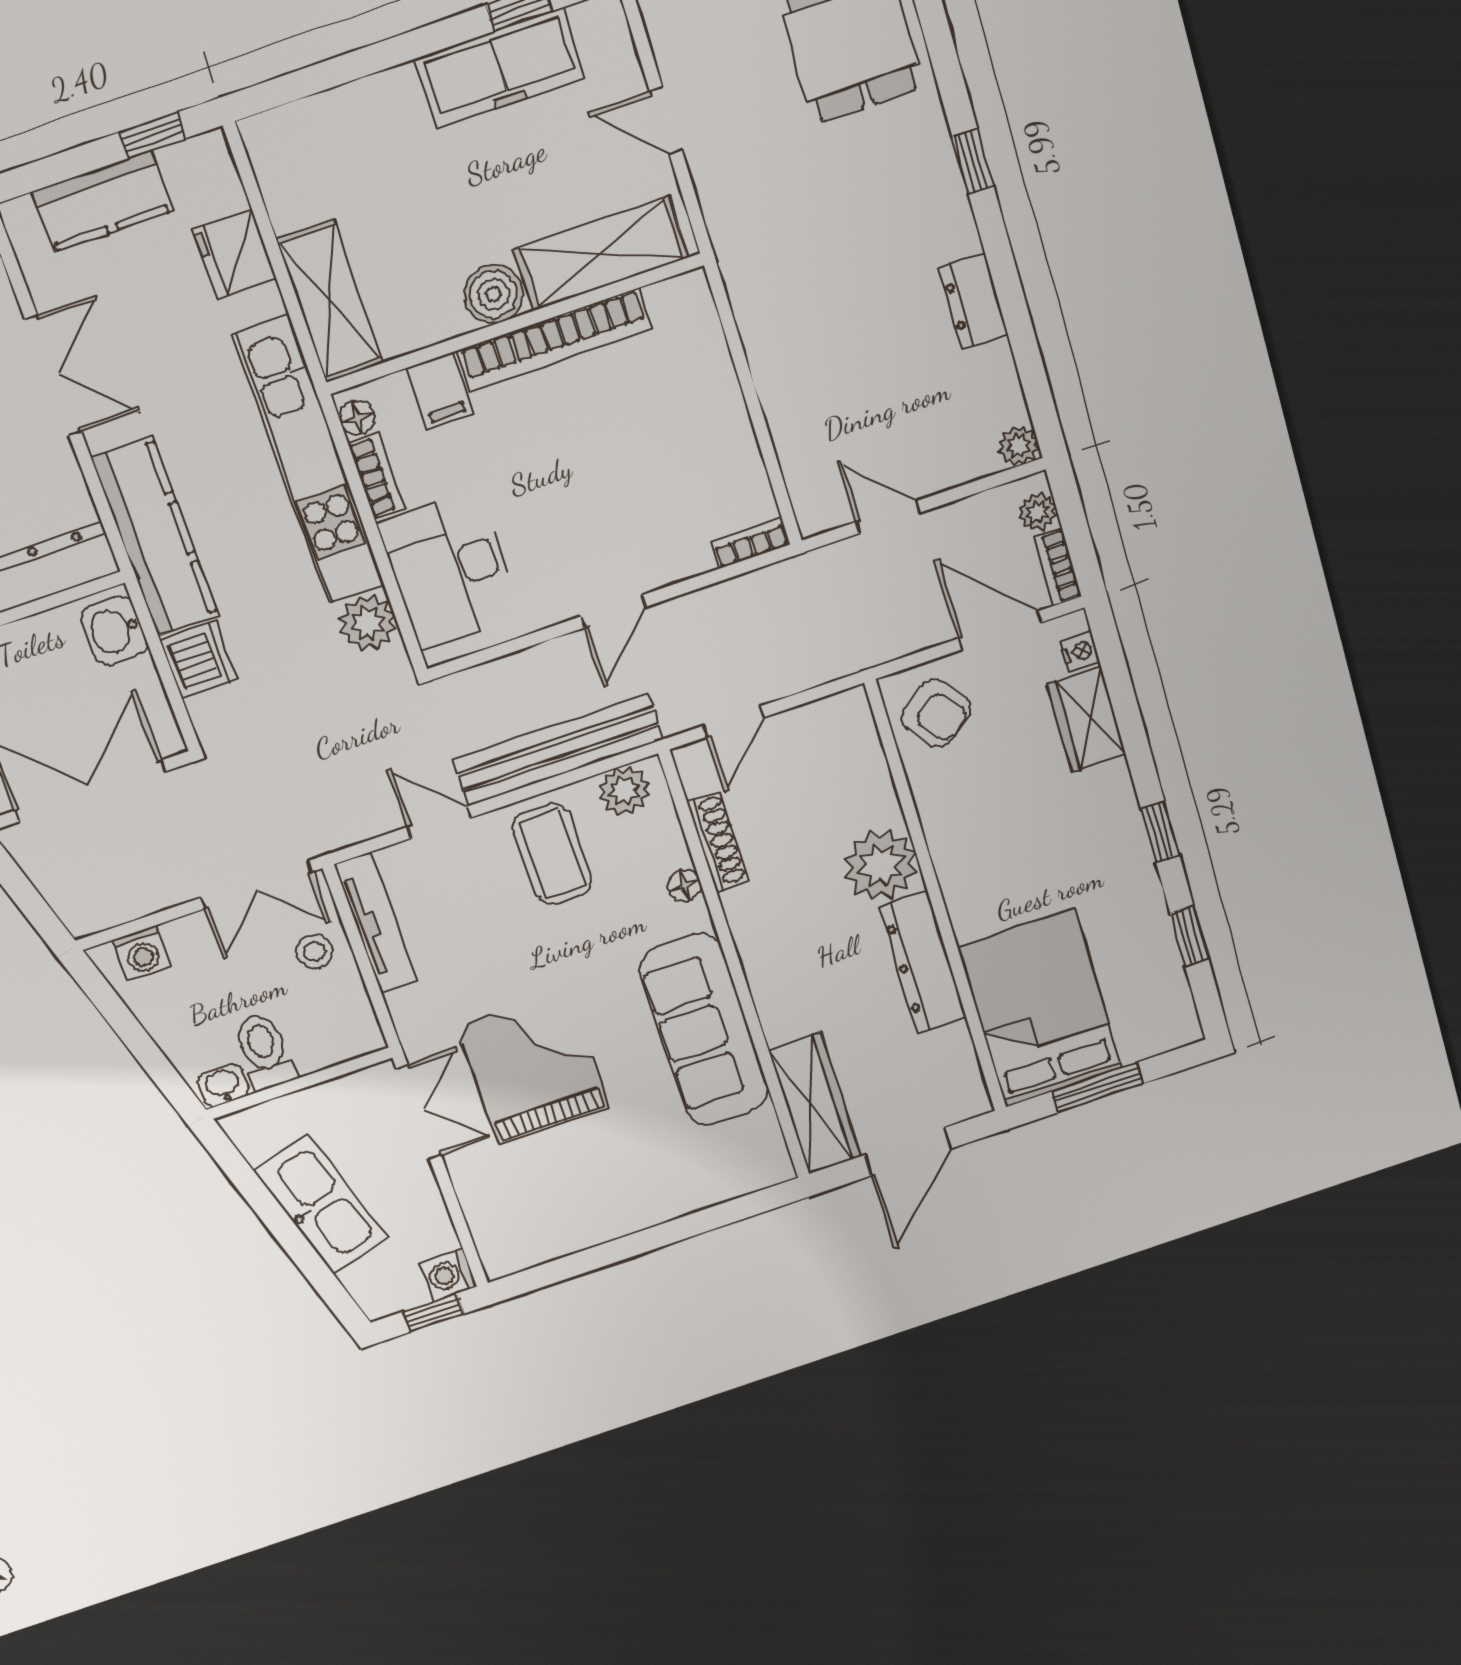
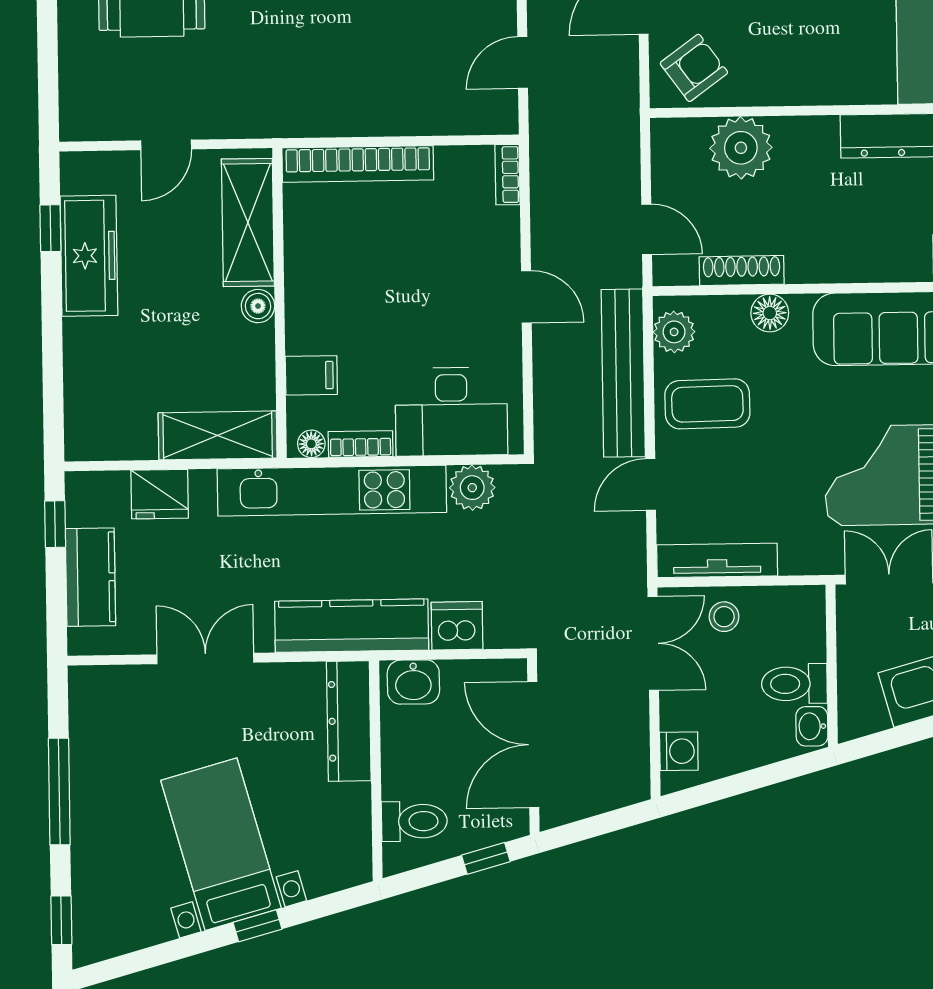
boiler: (493, 294) -> (258, 306), width x0.73, depth x0.73
bookcase: (554, 340) -> (358, 164), moved, turned 90
plant: (881, 865) -> (741, 148), moved
floor lamp: (684, 886) -> (770, 313), width x1.37, depth x1.37

